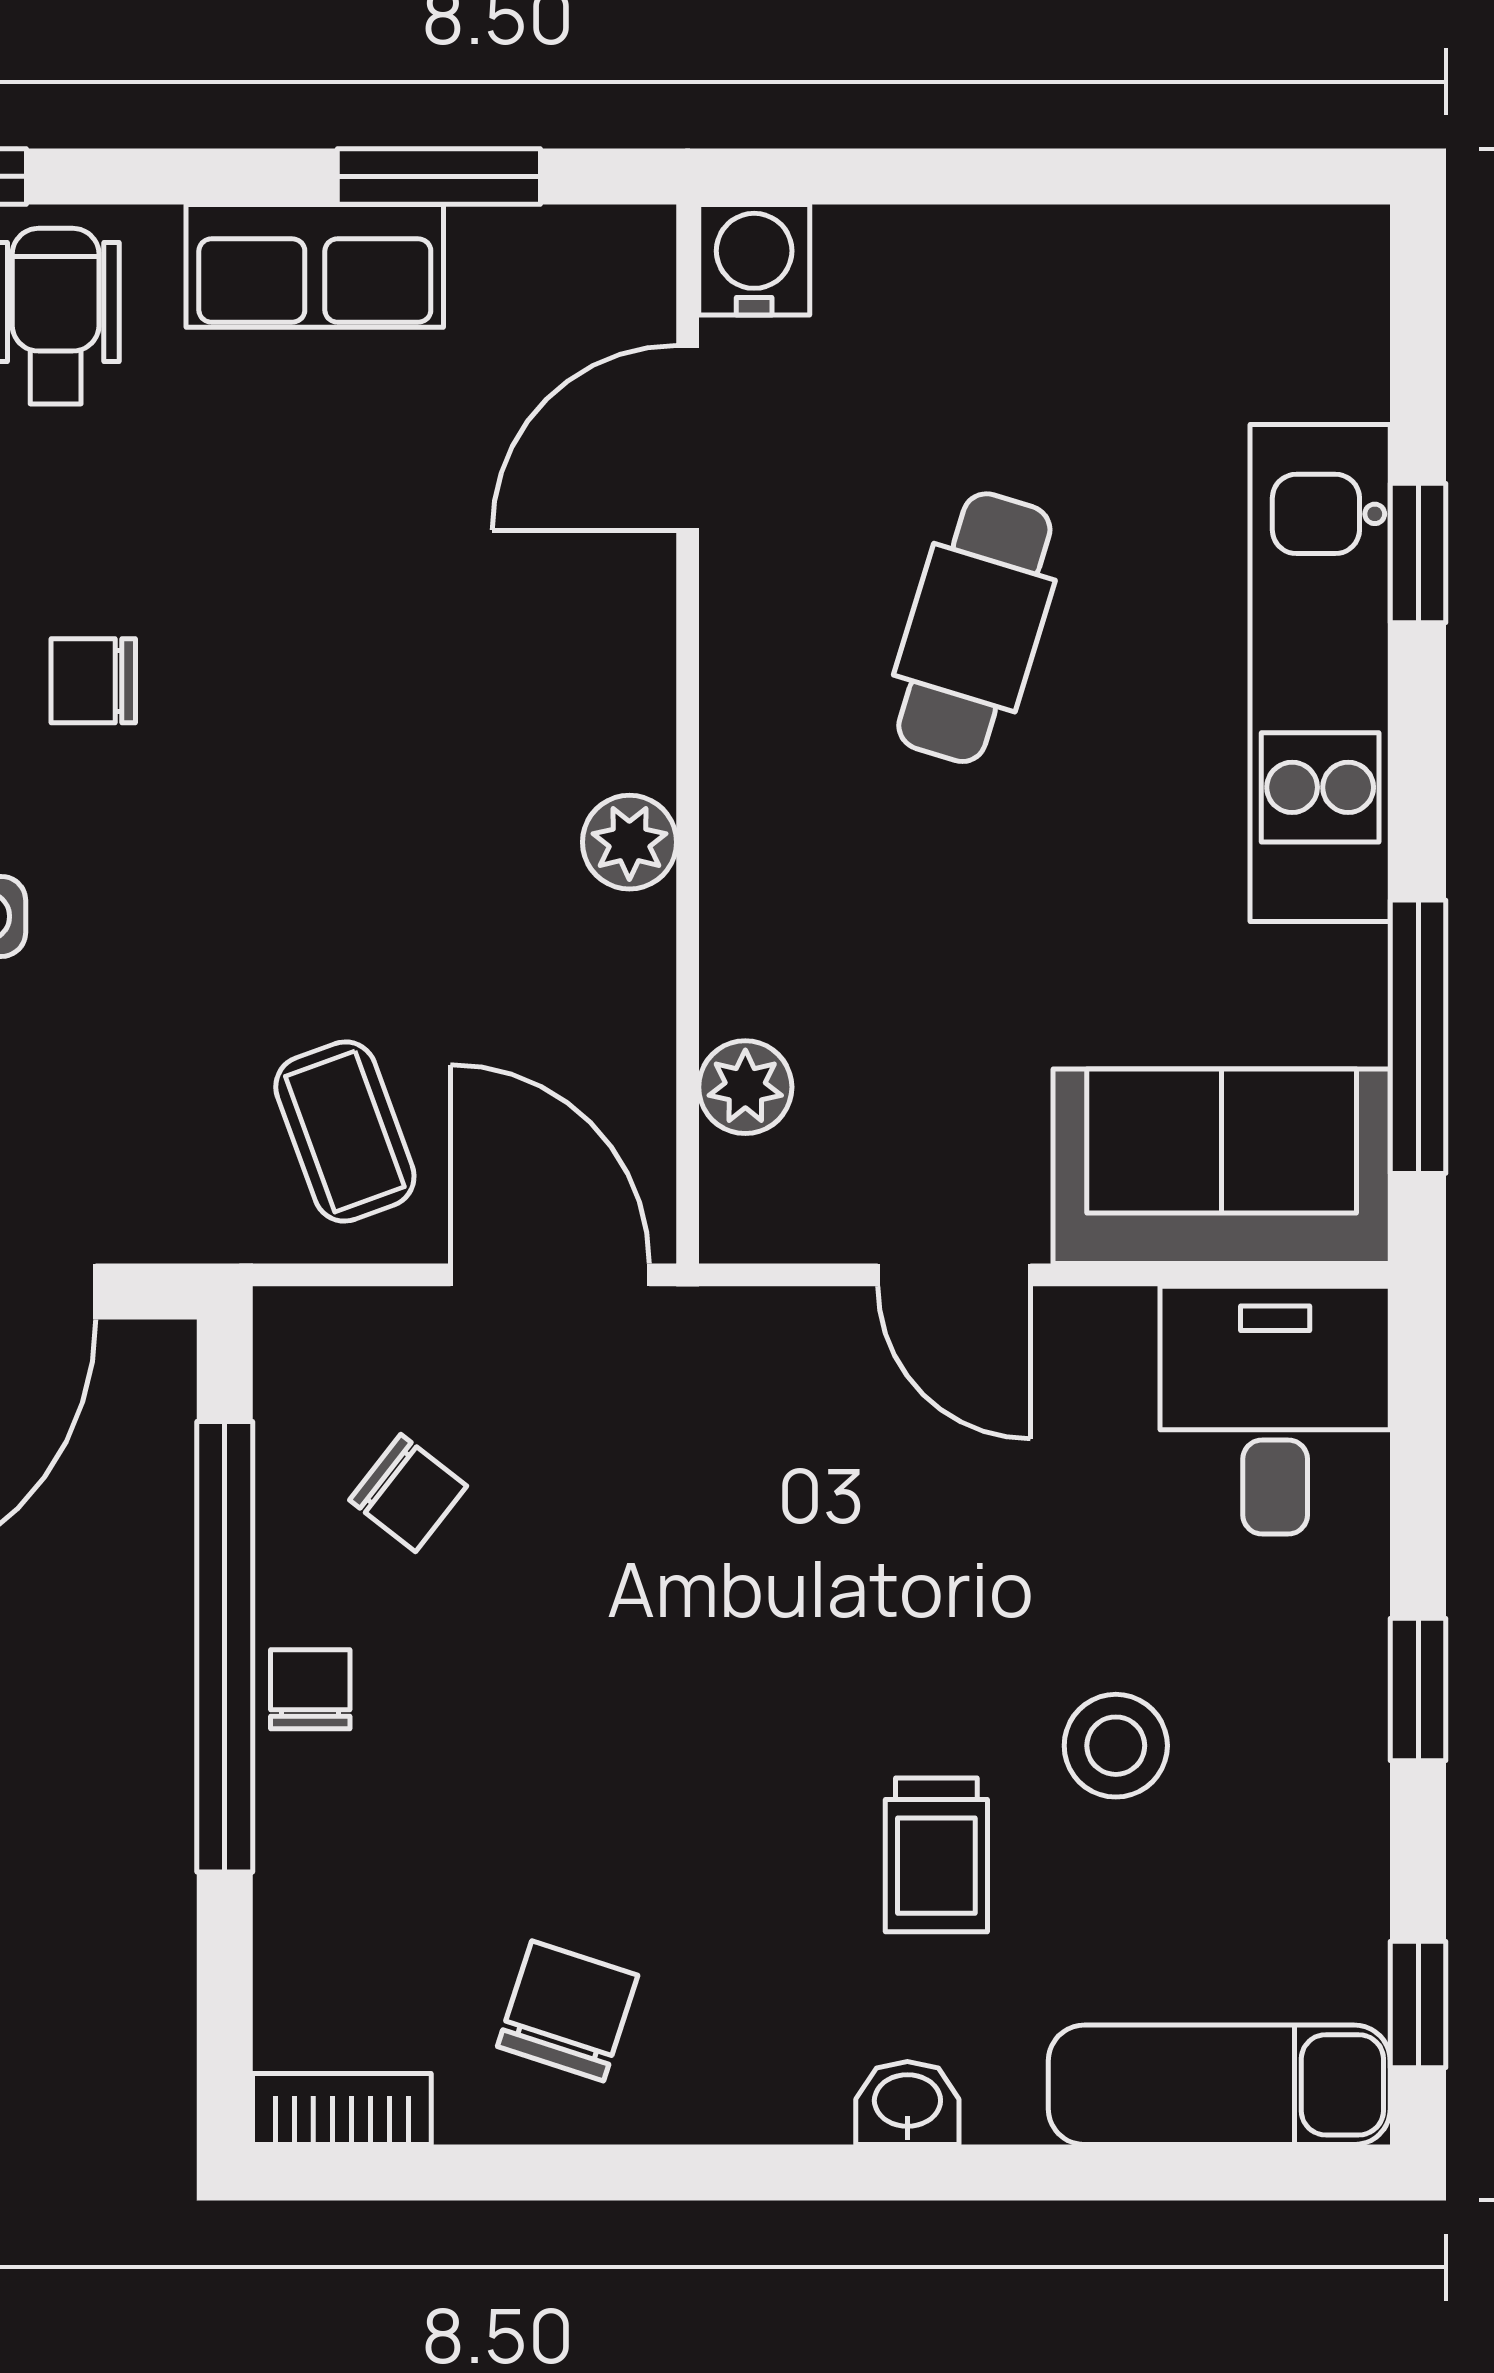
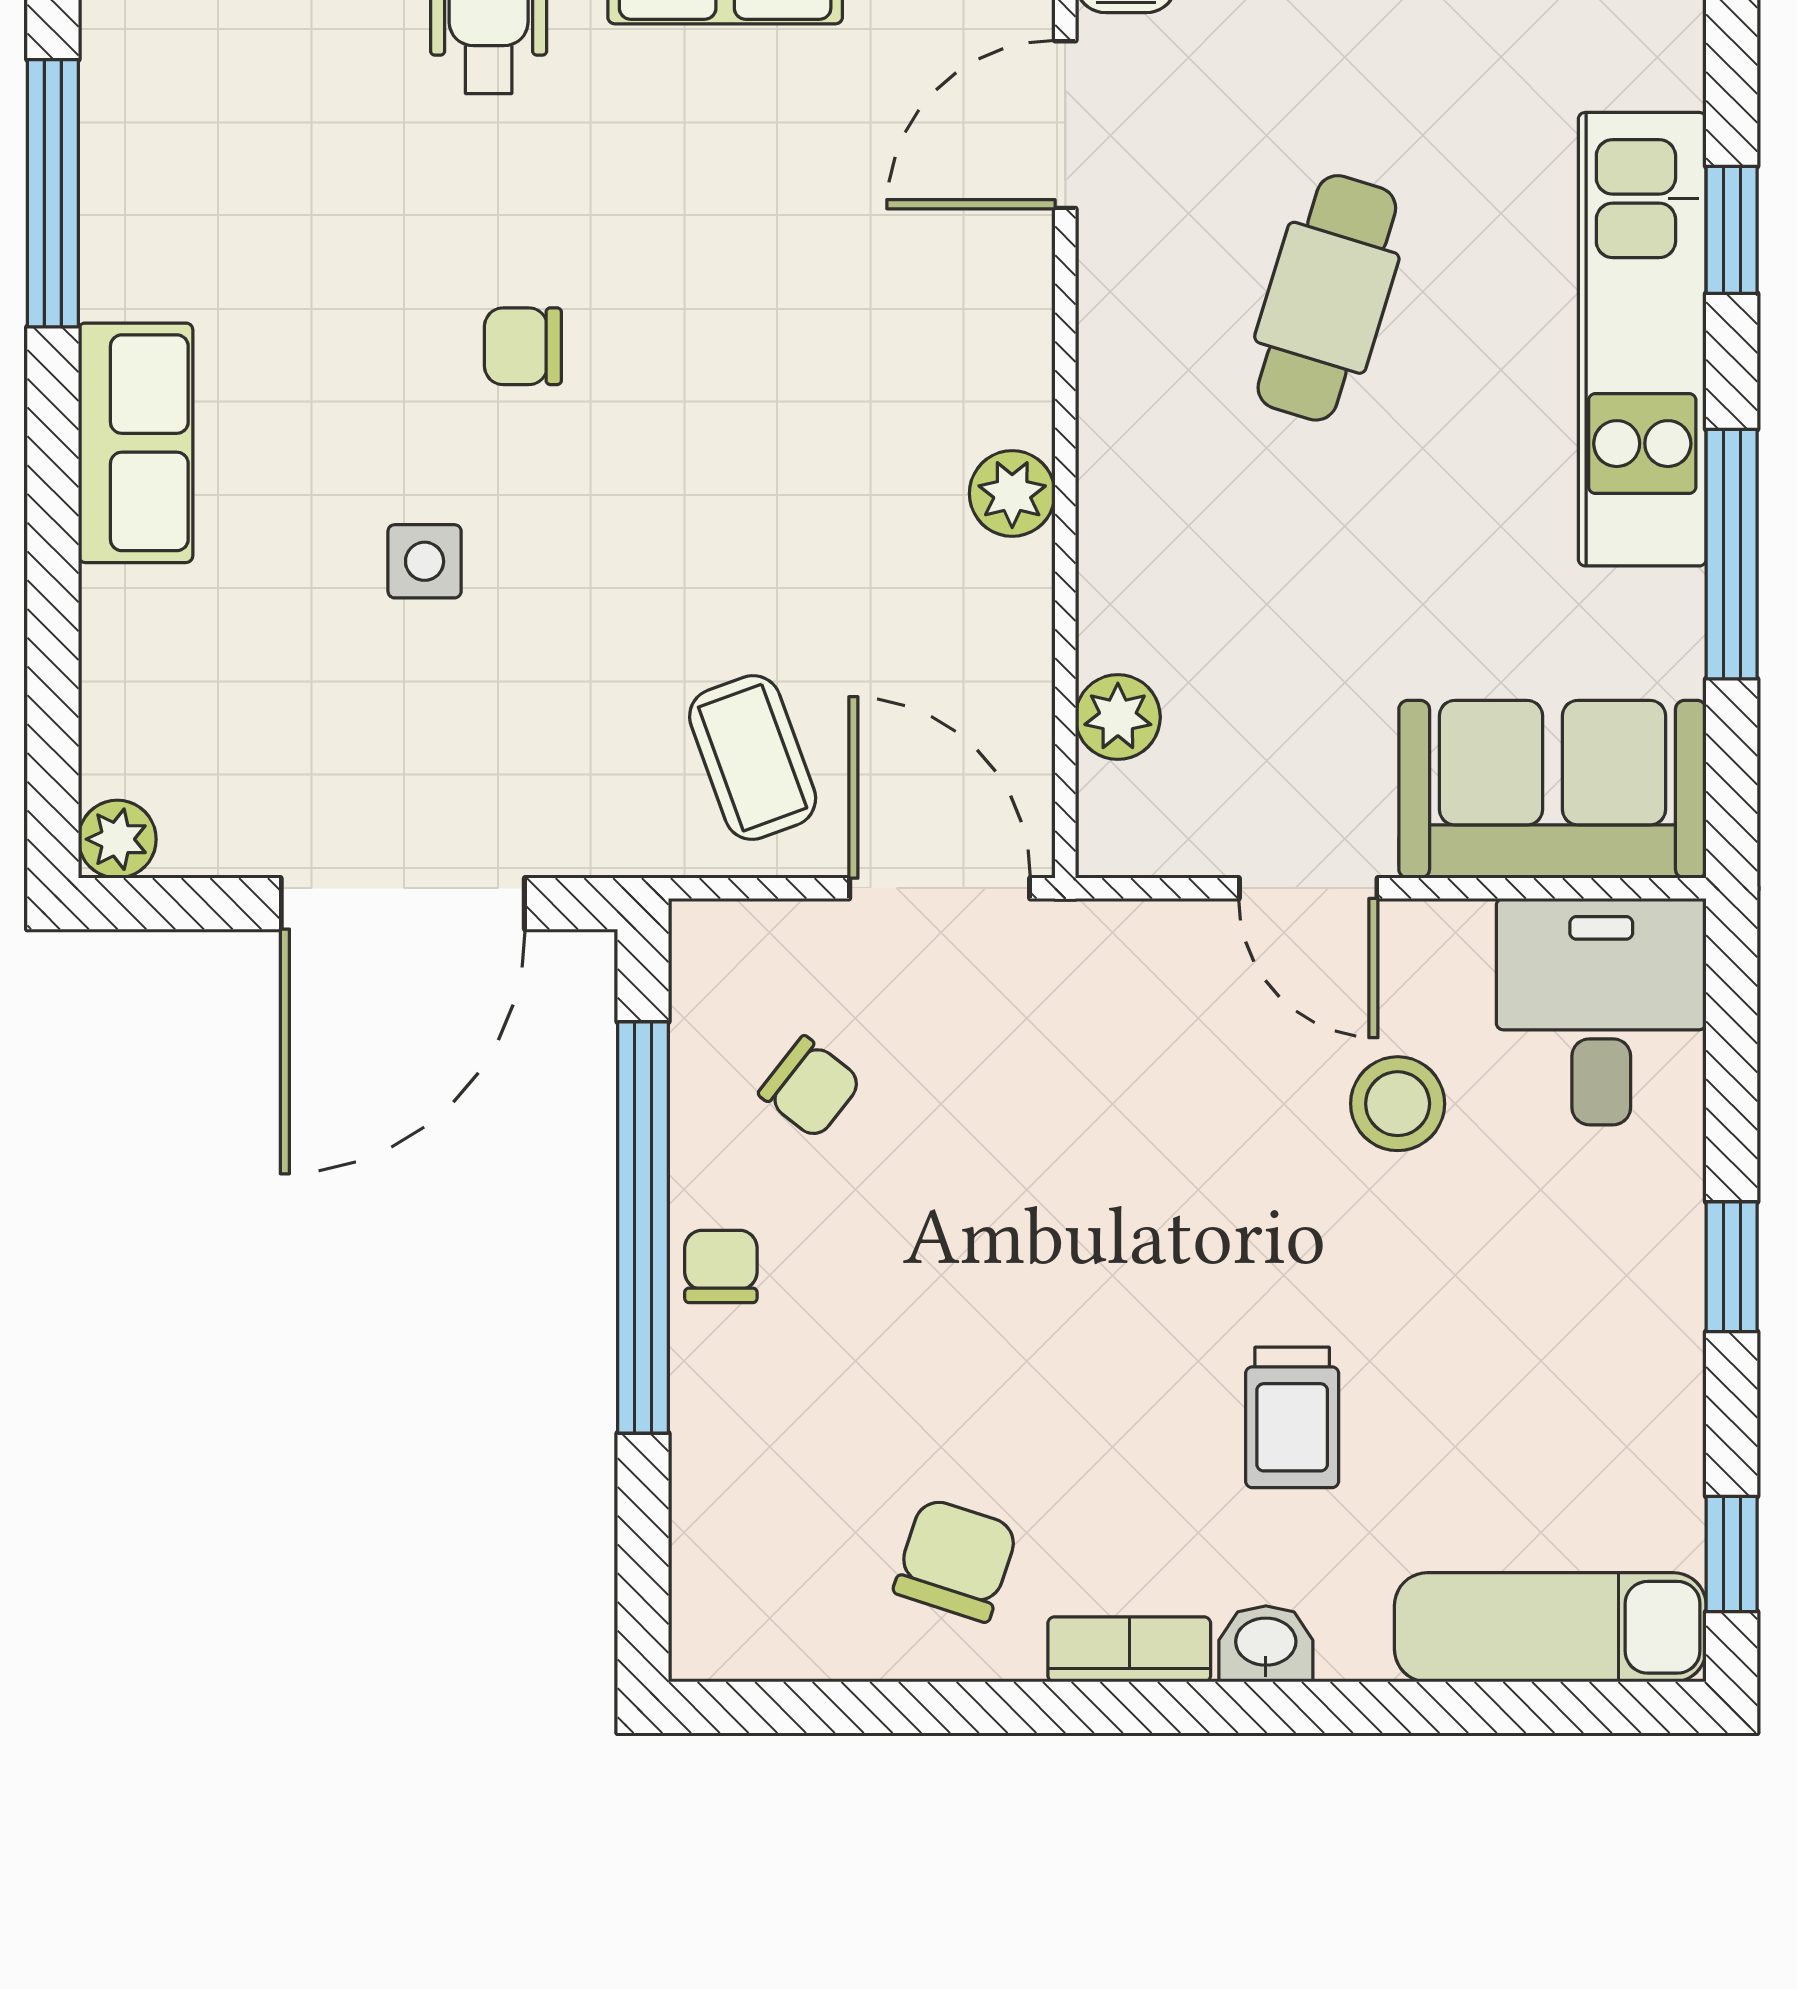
window: (1418, 1037) -> (1732, 554), moved
stool: (1116, 1746) -> (1398, 1104), moved
bookcase: (342, 2109) -> (1129, 1649), moved

